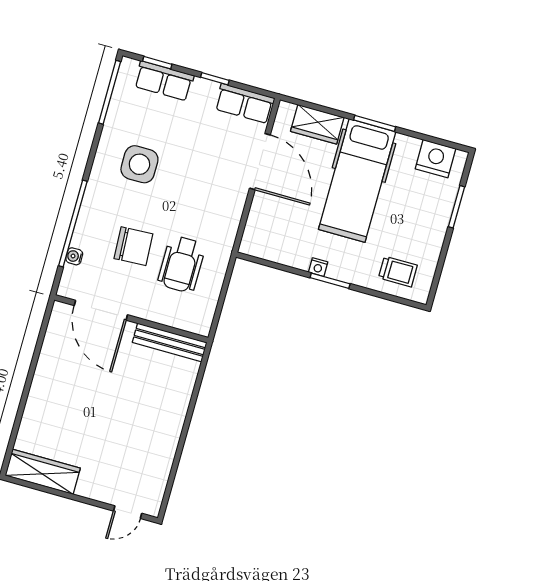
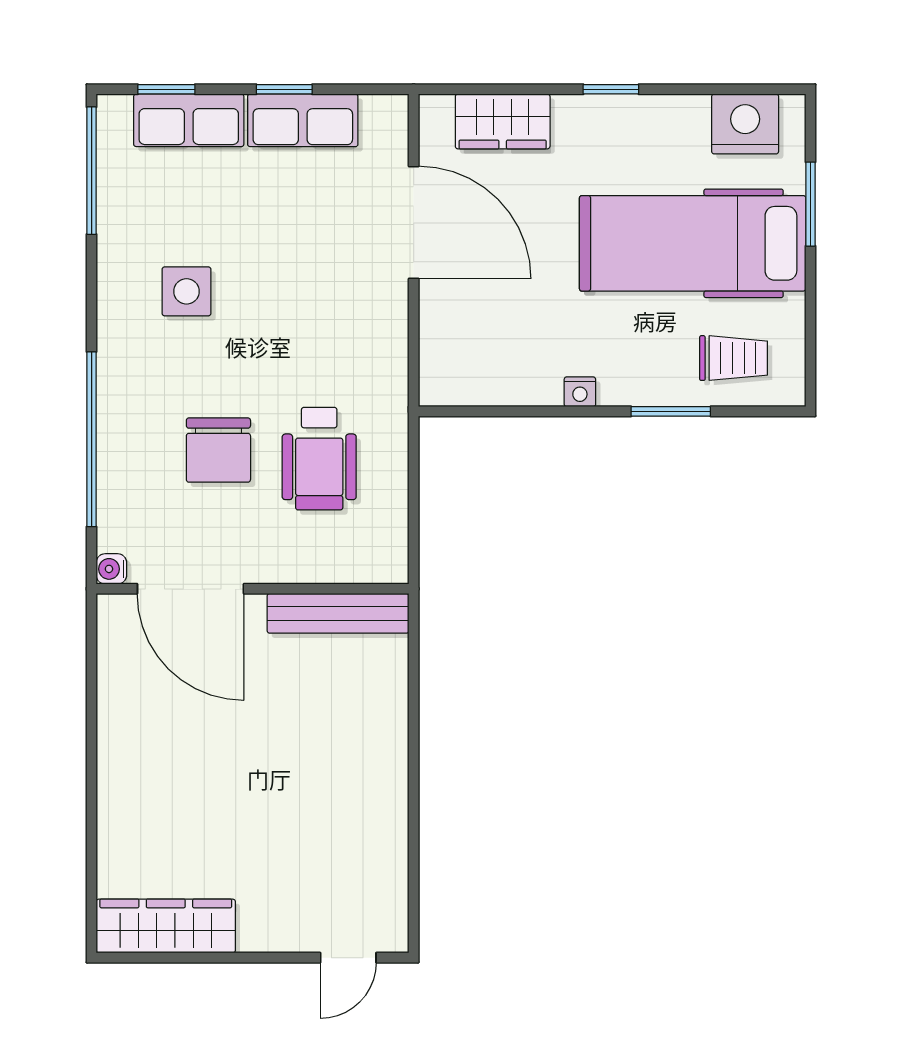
row of seats: (245, 103) -> (303, 120), moved
window: (375, 123) -> (611, 89), width x0.67
side table: (139, 164) -> (187, 291), width x0.73, depth x0.73
hospital bed: (357, 181) -> (693, 243), moved, turned 90
chair: (133, 246) -> (218, 450), turned 93
water cooler: (74, 256) -> (111, 569), moved
window: (330, 281) -> (671, 411), moved

